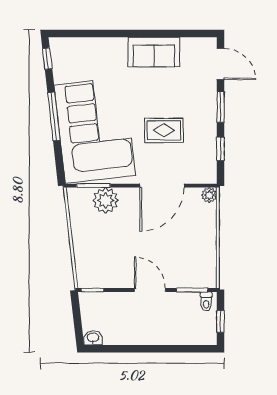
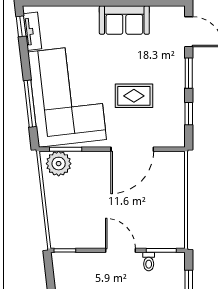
tv unit: (59, 64) -> (32, 31), added
window: (54, 117) -> (30, 104), moved
plant: (209, 195) -> (178, 158), removed
plant: (106, 200) -> (59, 164), moved
toilet: (206, 302) -> (149, 262), moved

